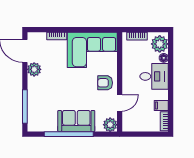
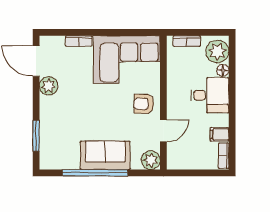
window: (25, 106) -> (36, 136), width x0.69

